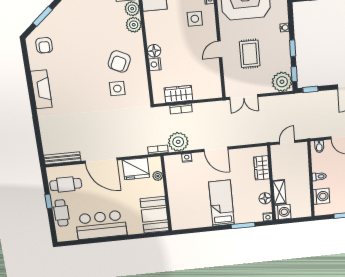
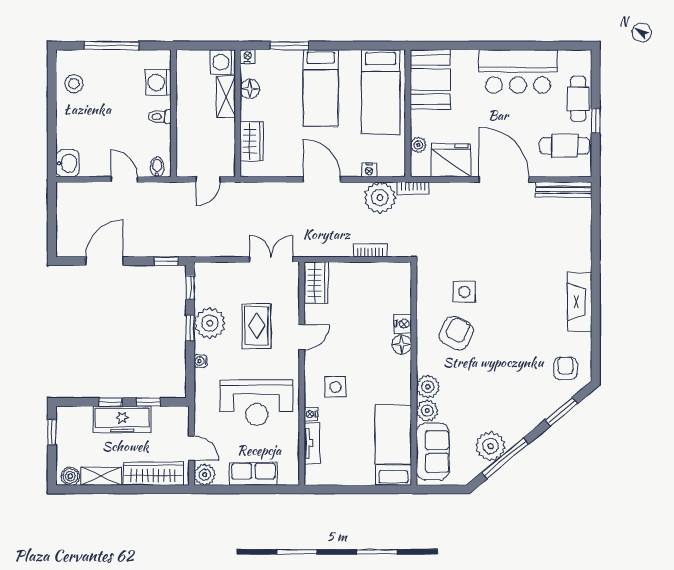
plant: (282, 82) -> (210, 323), moved
wardrobe: (178, 94) -> (316, 283), moved, turned -90
bed: (185, 205) -> (381, 92), added

